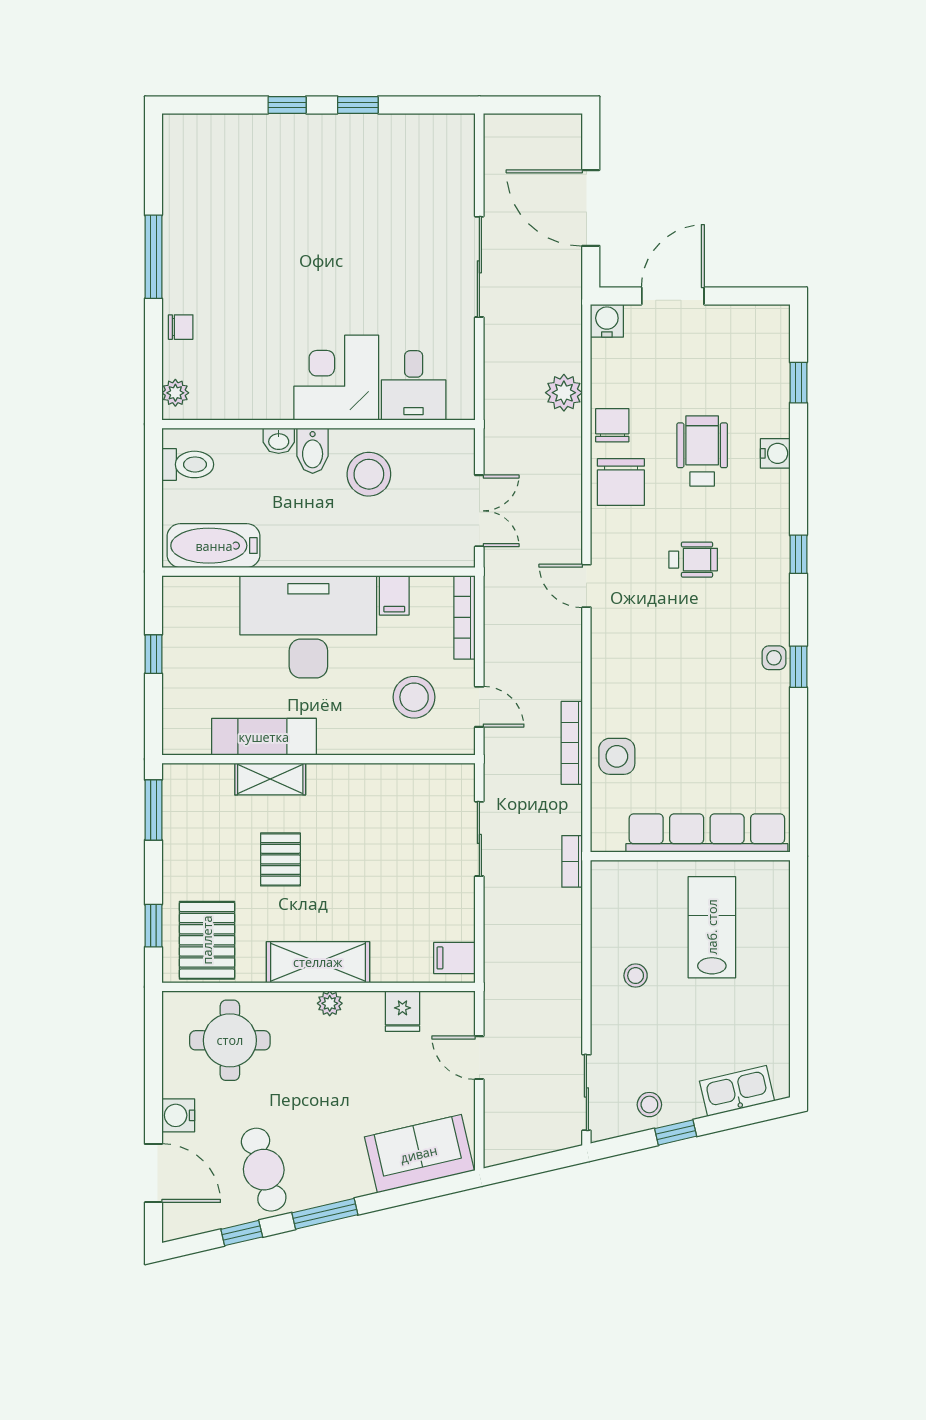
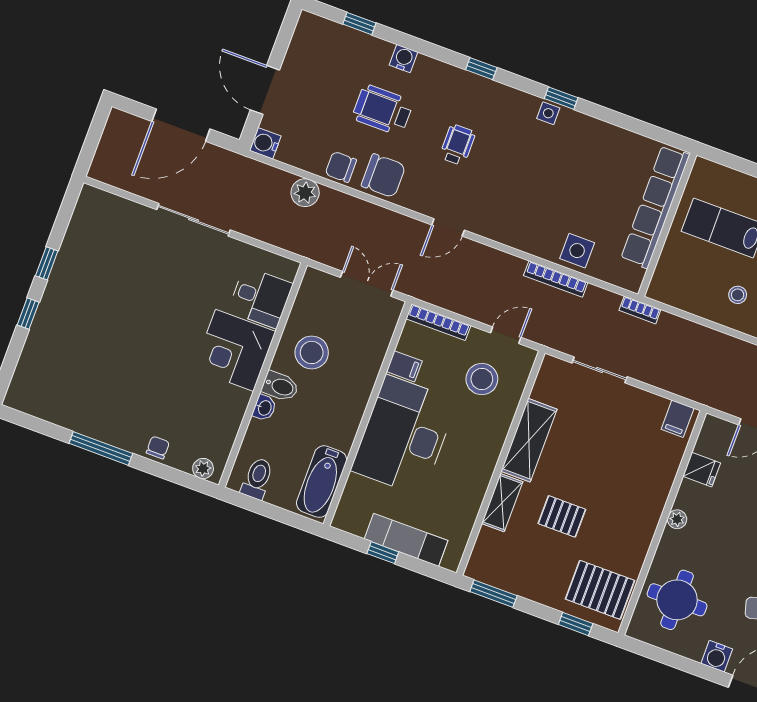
exam couch: (264, 737) -> (406, 540), moved, turned 90
shelving: (318, 962) -> (529, 440), moved

